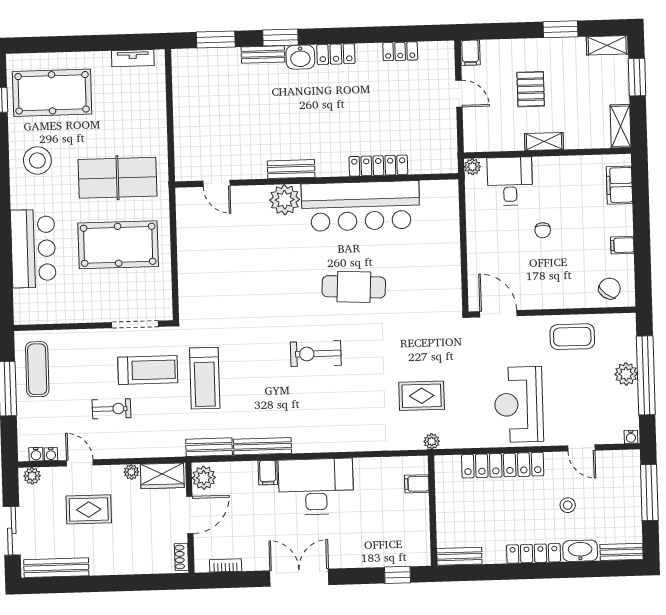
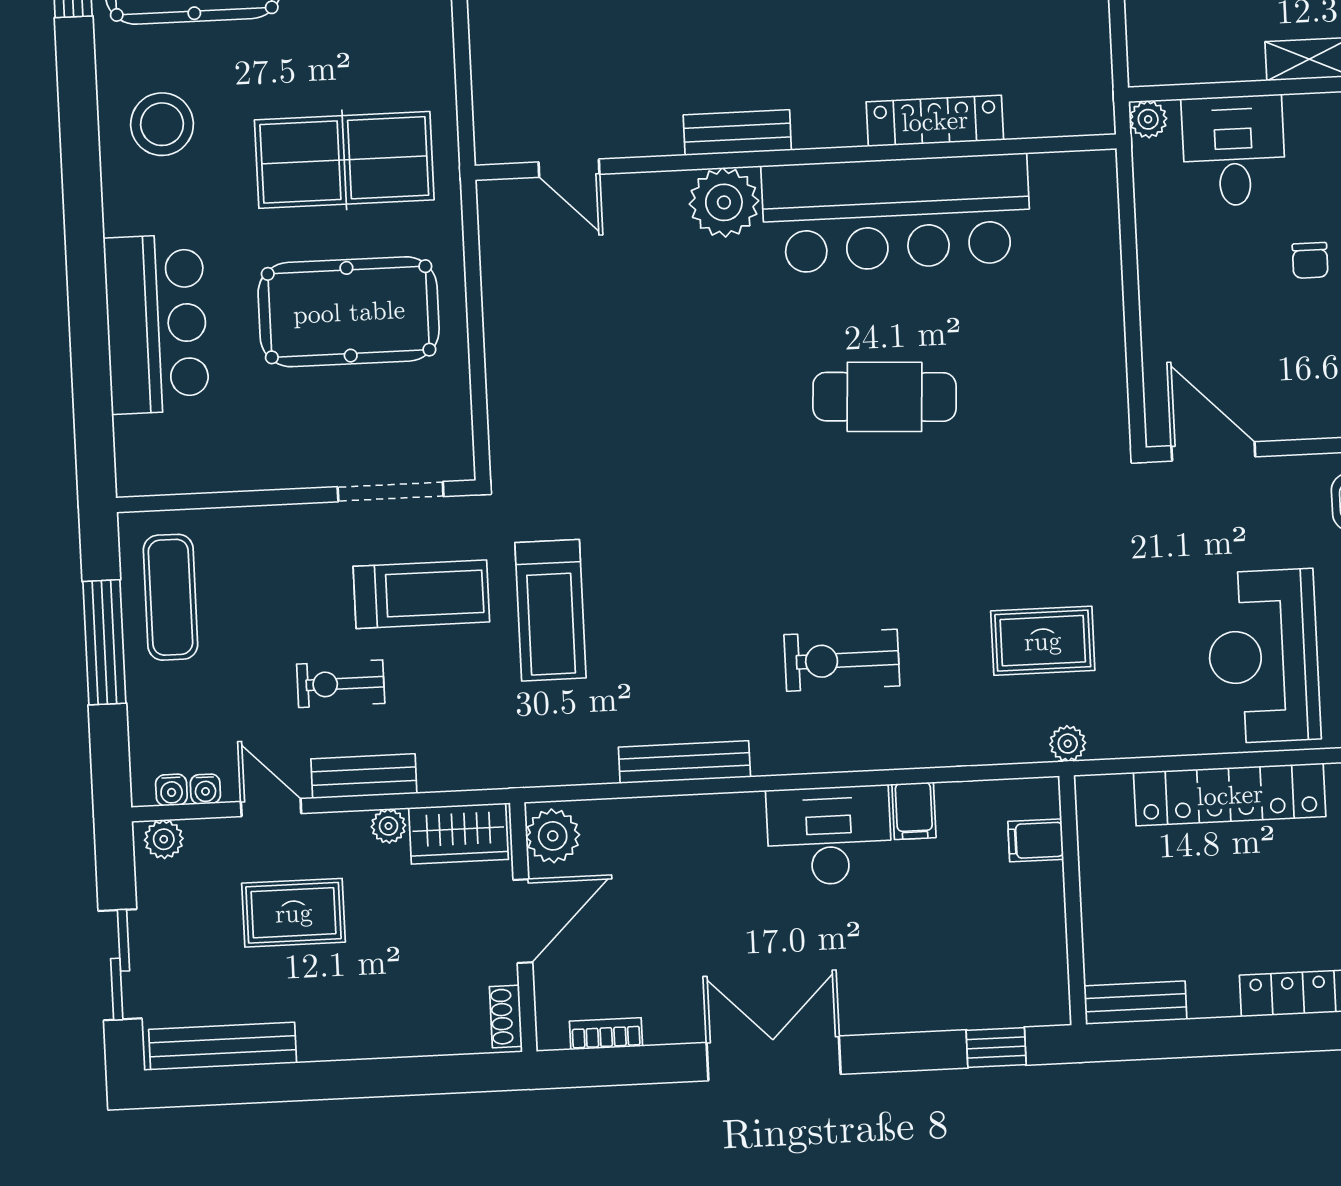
exercise bike: (316, 354) -> (842, 660), moved
exercise bike: (111, 409) -> (341, 684), turned 180
bench: (209, 447) -> (364, 776), moved
filing cabinet: (268, 473) -> (914, 811), moved
desk: (316, 487) -> (829, 836), width x0.73, depth x0.77

